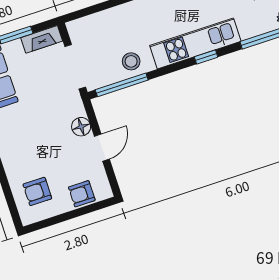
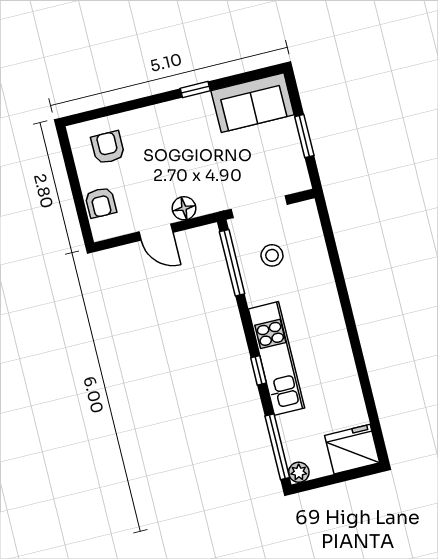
fireplace: (42, 39) -> (297, 168), removed
stool: (131, 61) -> (272, 255), moved
armchair: (82, 194) -> (101, 203), turned 180

